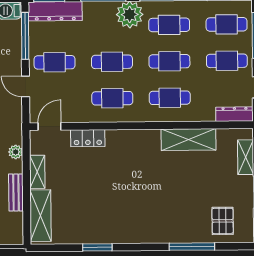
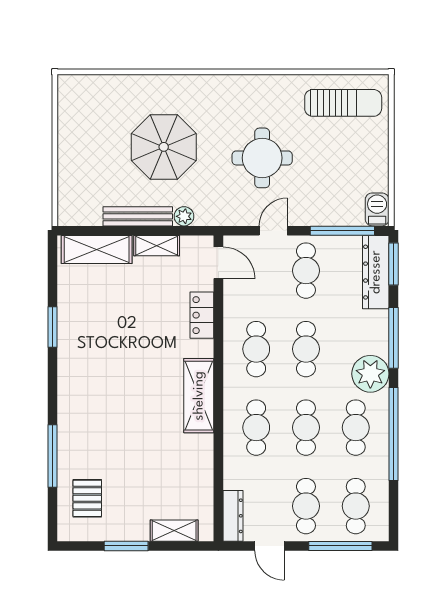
shelving: (189, 140) -> (199, 396), moved
bench: (16, 193) -> (138, 216), width x1.36
pallet: (223, 221) -> (87, 498), turned 90

